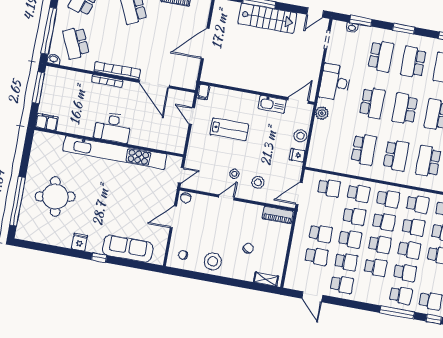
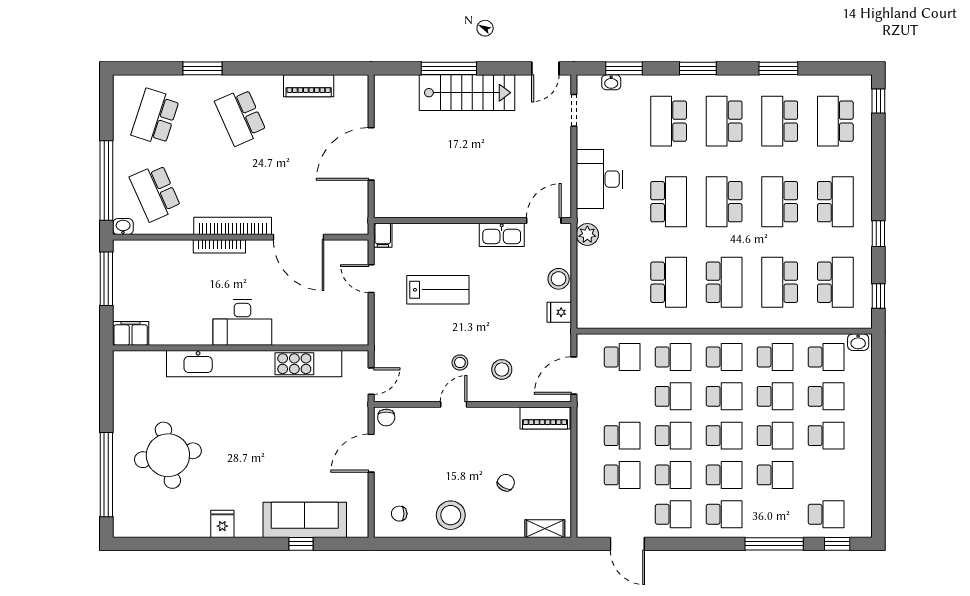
school desk: (381, 56) -> (669, 121), turned 180
window: (99, 258) -> (301, 544), moved
school desk: (401, 295) -> (724, 514), moved

